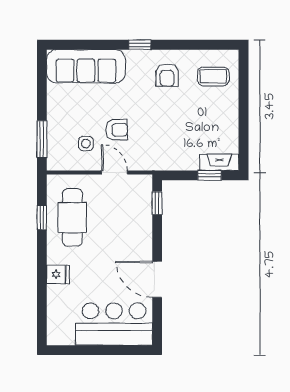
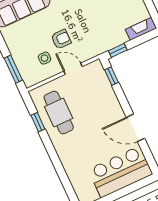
window: (210, 175) -> (118, 50), moved
fridge: (58, 274) -> (67, 156), removed

